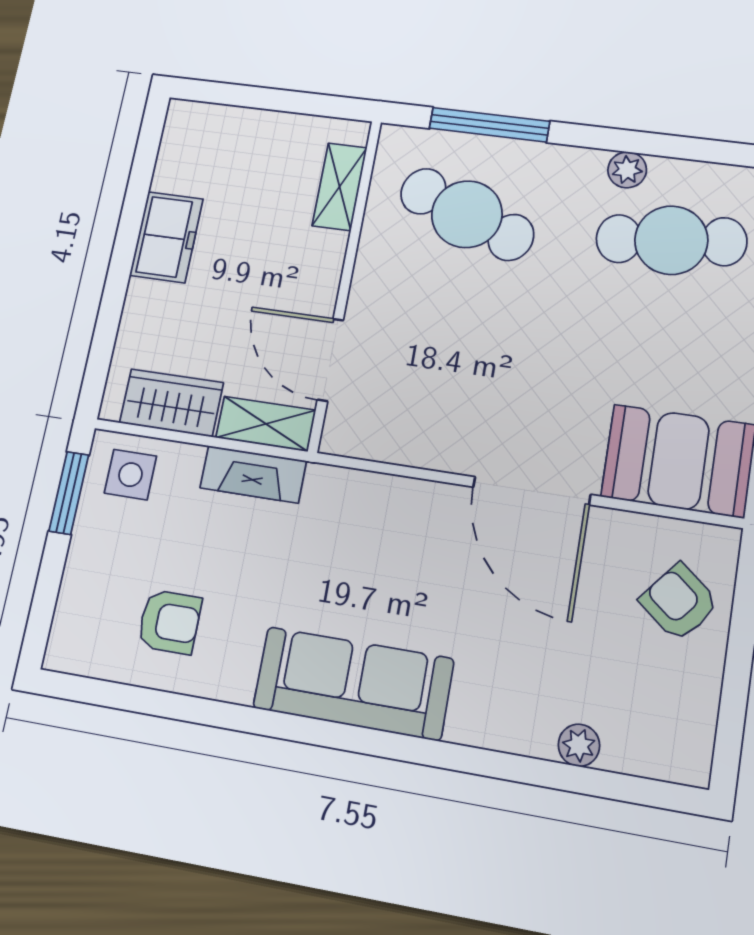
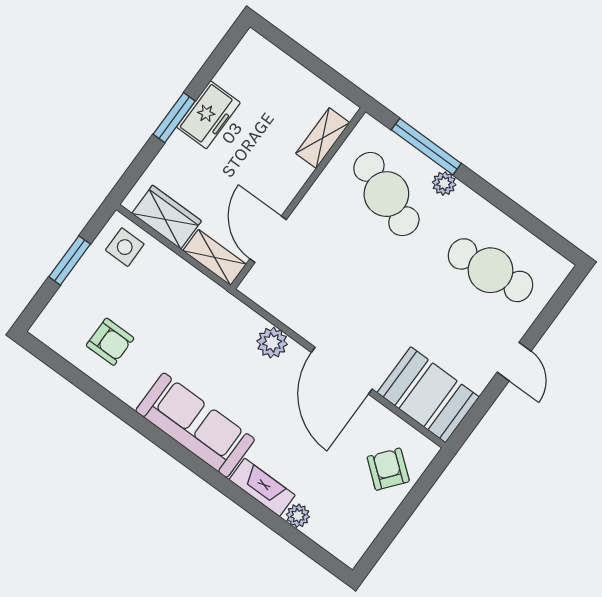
plant: (627, 170) -> (444, 183), moved
window: (121, 265) -> (174, 118), added
fireplace: (253, 474) -> (262, 487), moved, turned 180
window: (69, 493) -> (70, 260), moved
plant: (408, 502) -> (272, 343), added

